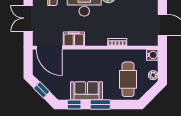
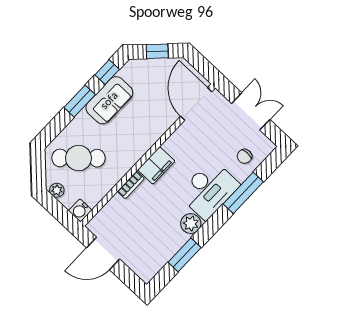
filing cabinet: (74, 39) -> (156, 165), moved
door: (49, 48) -> (196, 104), hinge flipped
cafe table: (128, 79) -> (78, 158), turned -43

